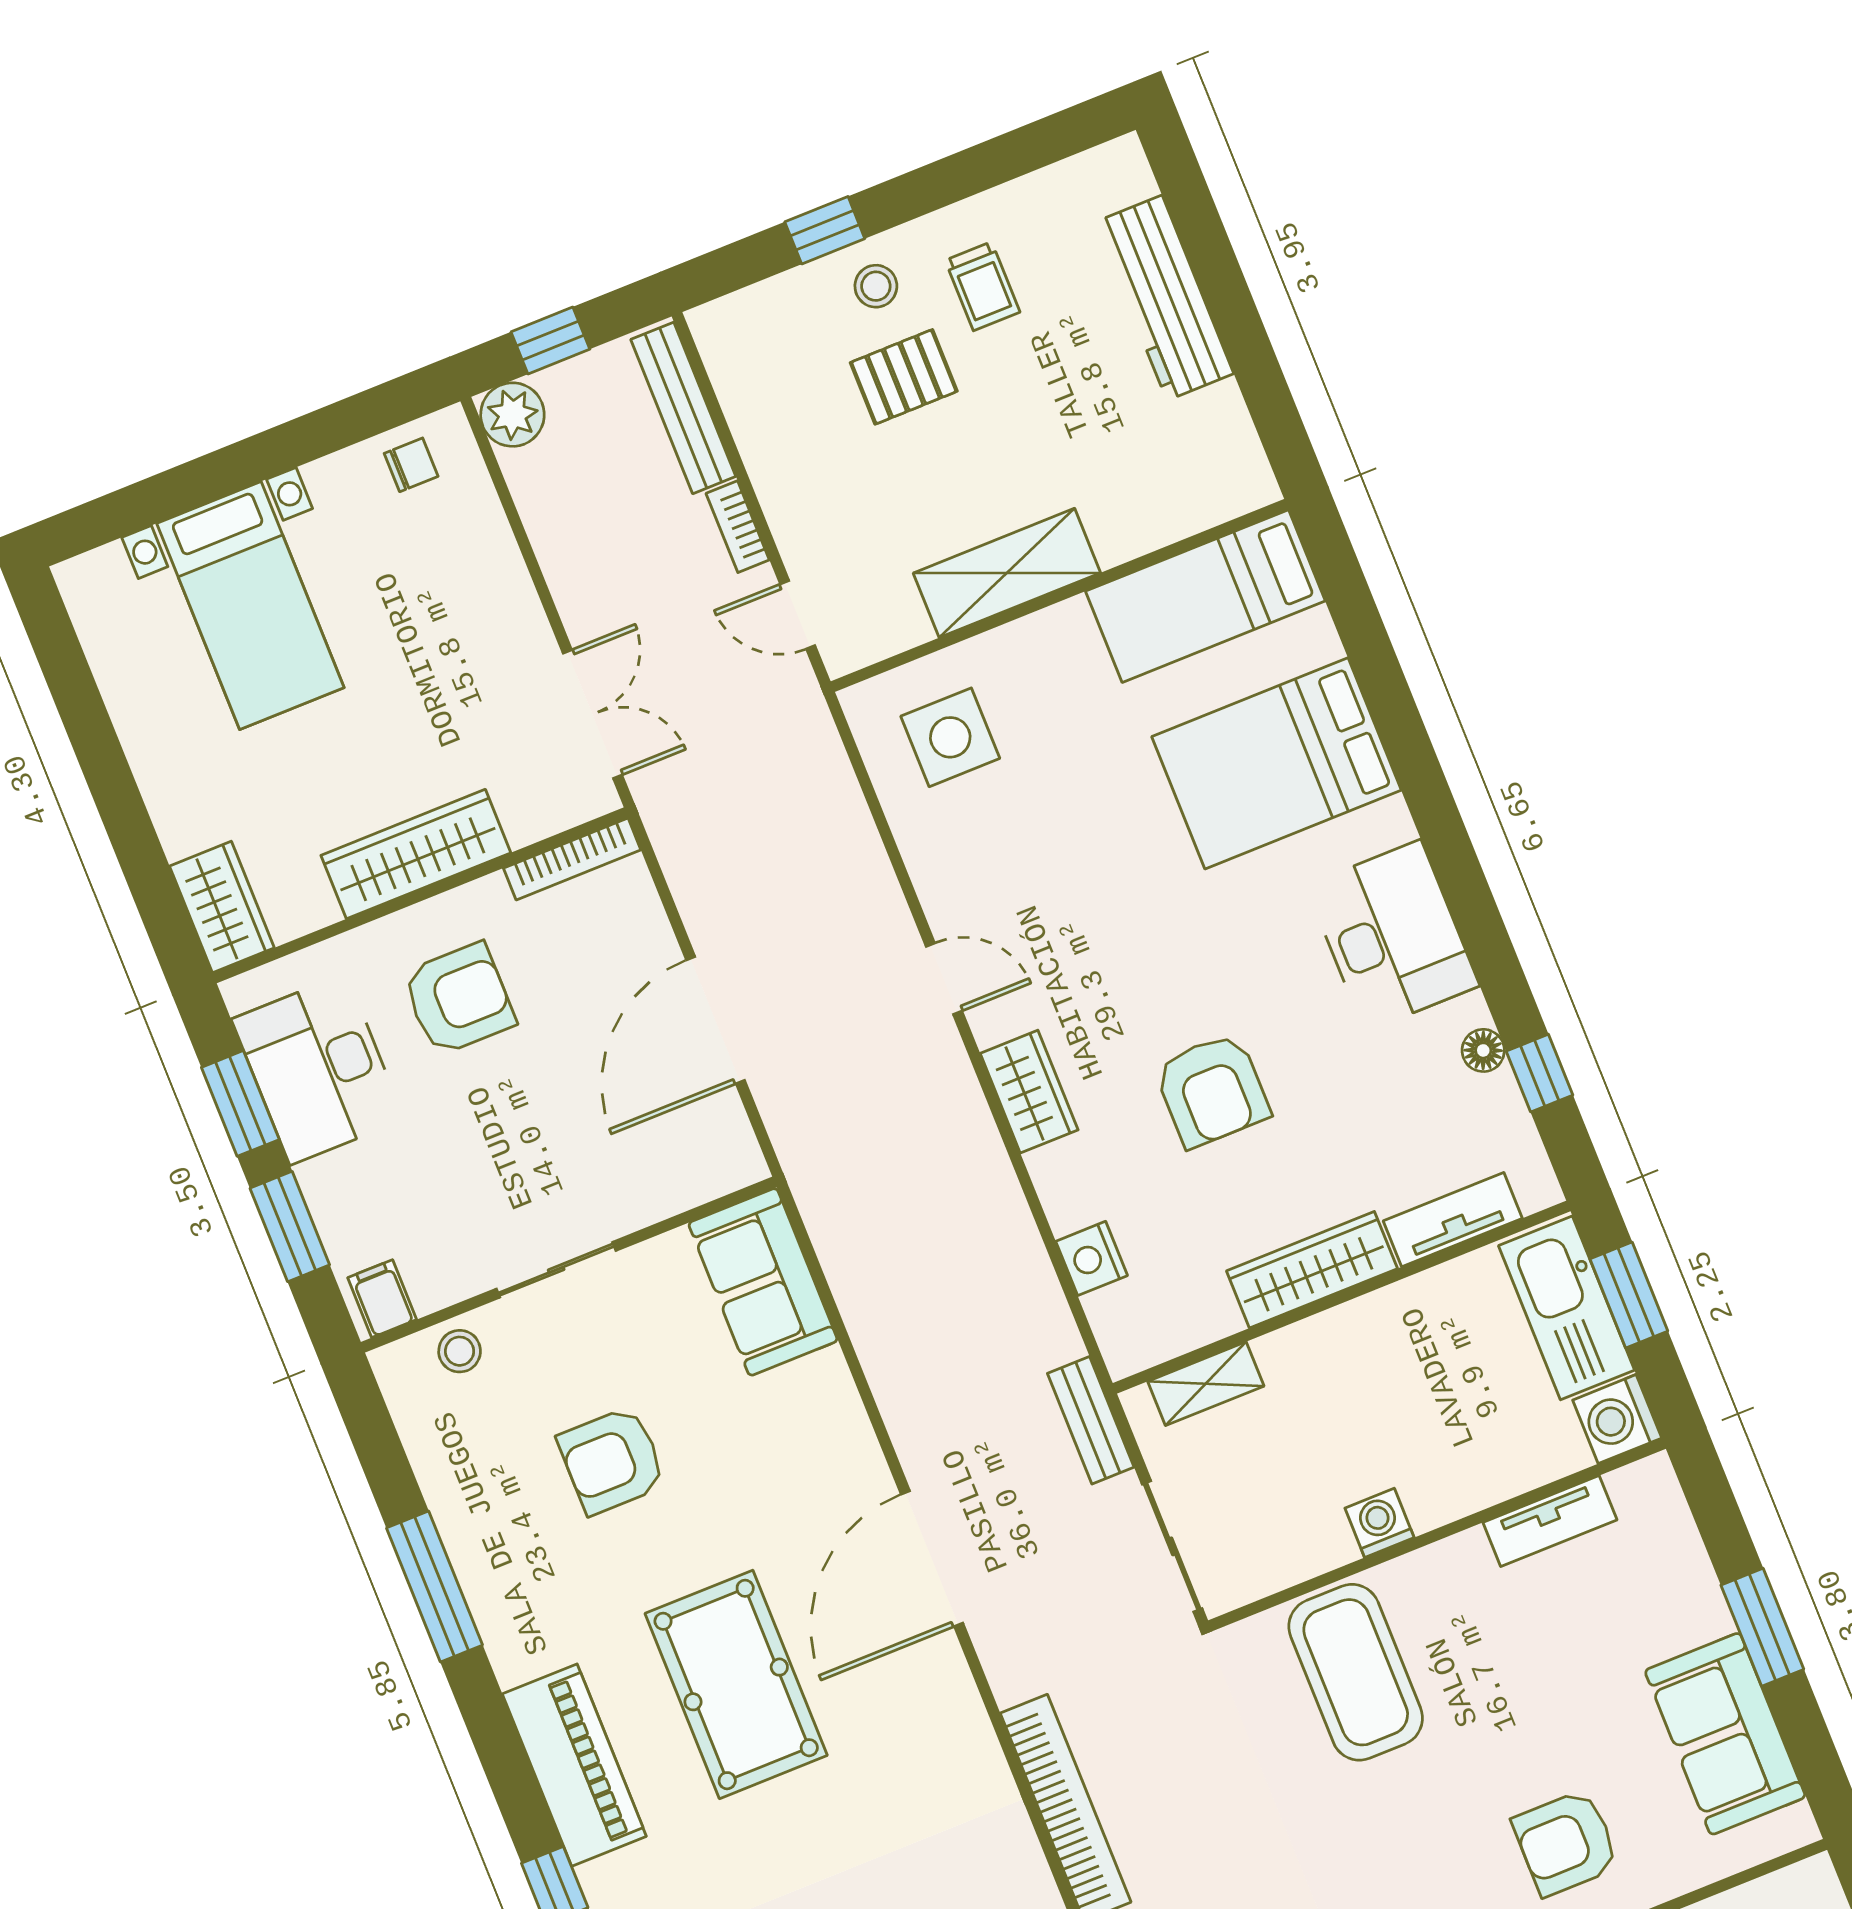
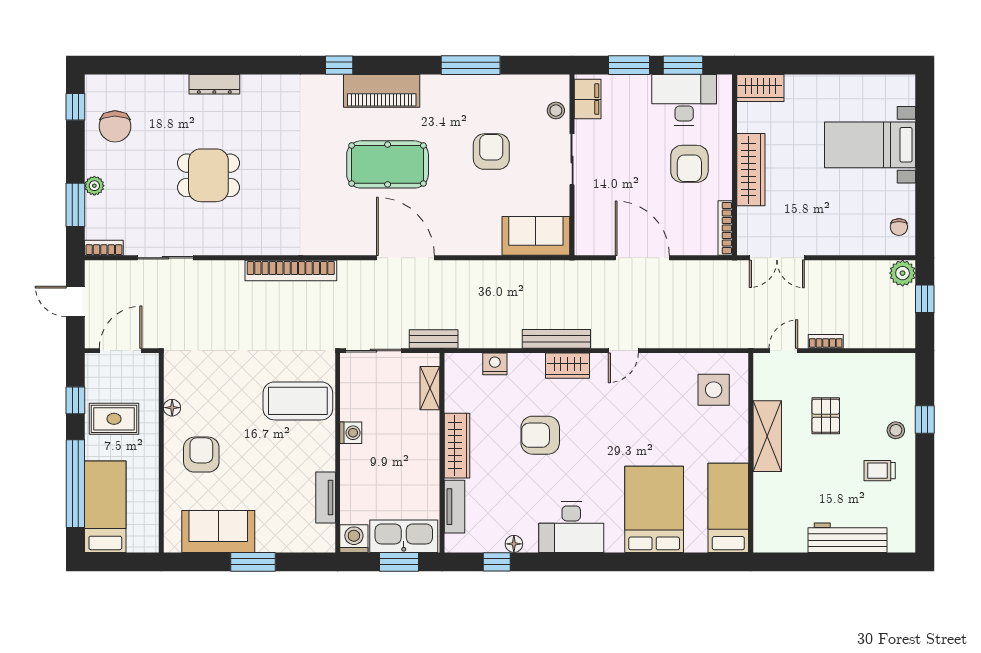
pallet: (904, 377) -> (826, 416), moved
bench: (683, 408) -> (556, 339), moved
filing cabinet: (382, 1299) -> (588, 99), width x2.00

